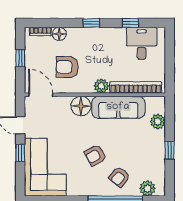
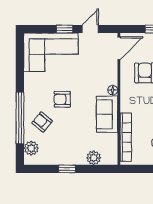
plant: (101, 86) -> (127, 105), removed
floor lamp: (81, 106) -> (113, 90), width x0.53, depth x0.53
sofa: (118, 107) -> (107, 114), width x0.73
armchair: (95, 155) -> (62, 99), turned -61

